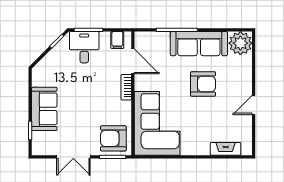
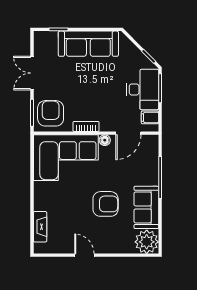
sofa: (199, 44) -> (146, 207), width x0.73
desk: (84, 47) -> (143, 89), width x1.37
armchair: (203, 84) -> (106, 204), turned -90
floor lamp: (140, 85) -> (105, 140), added
bookcase: (126, 87) -> (86, 126), moved
sofa: (44, 109) -> (88, 44), width x1.36

